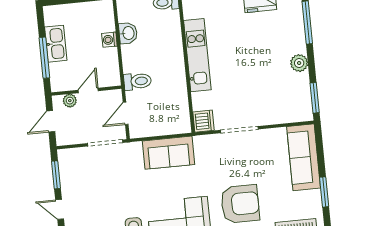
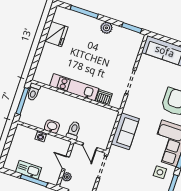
washbasin: (128, 33) -> (52, 127), moved
dishwasher: (203, 121) -> (104, 98), moved

